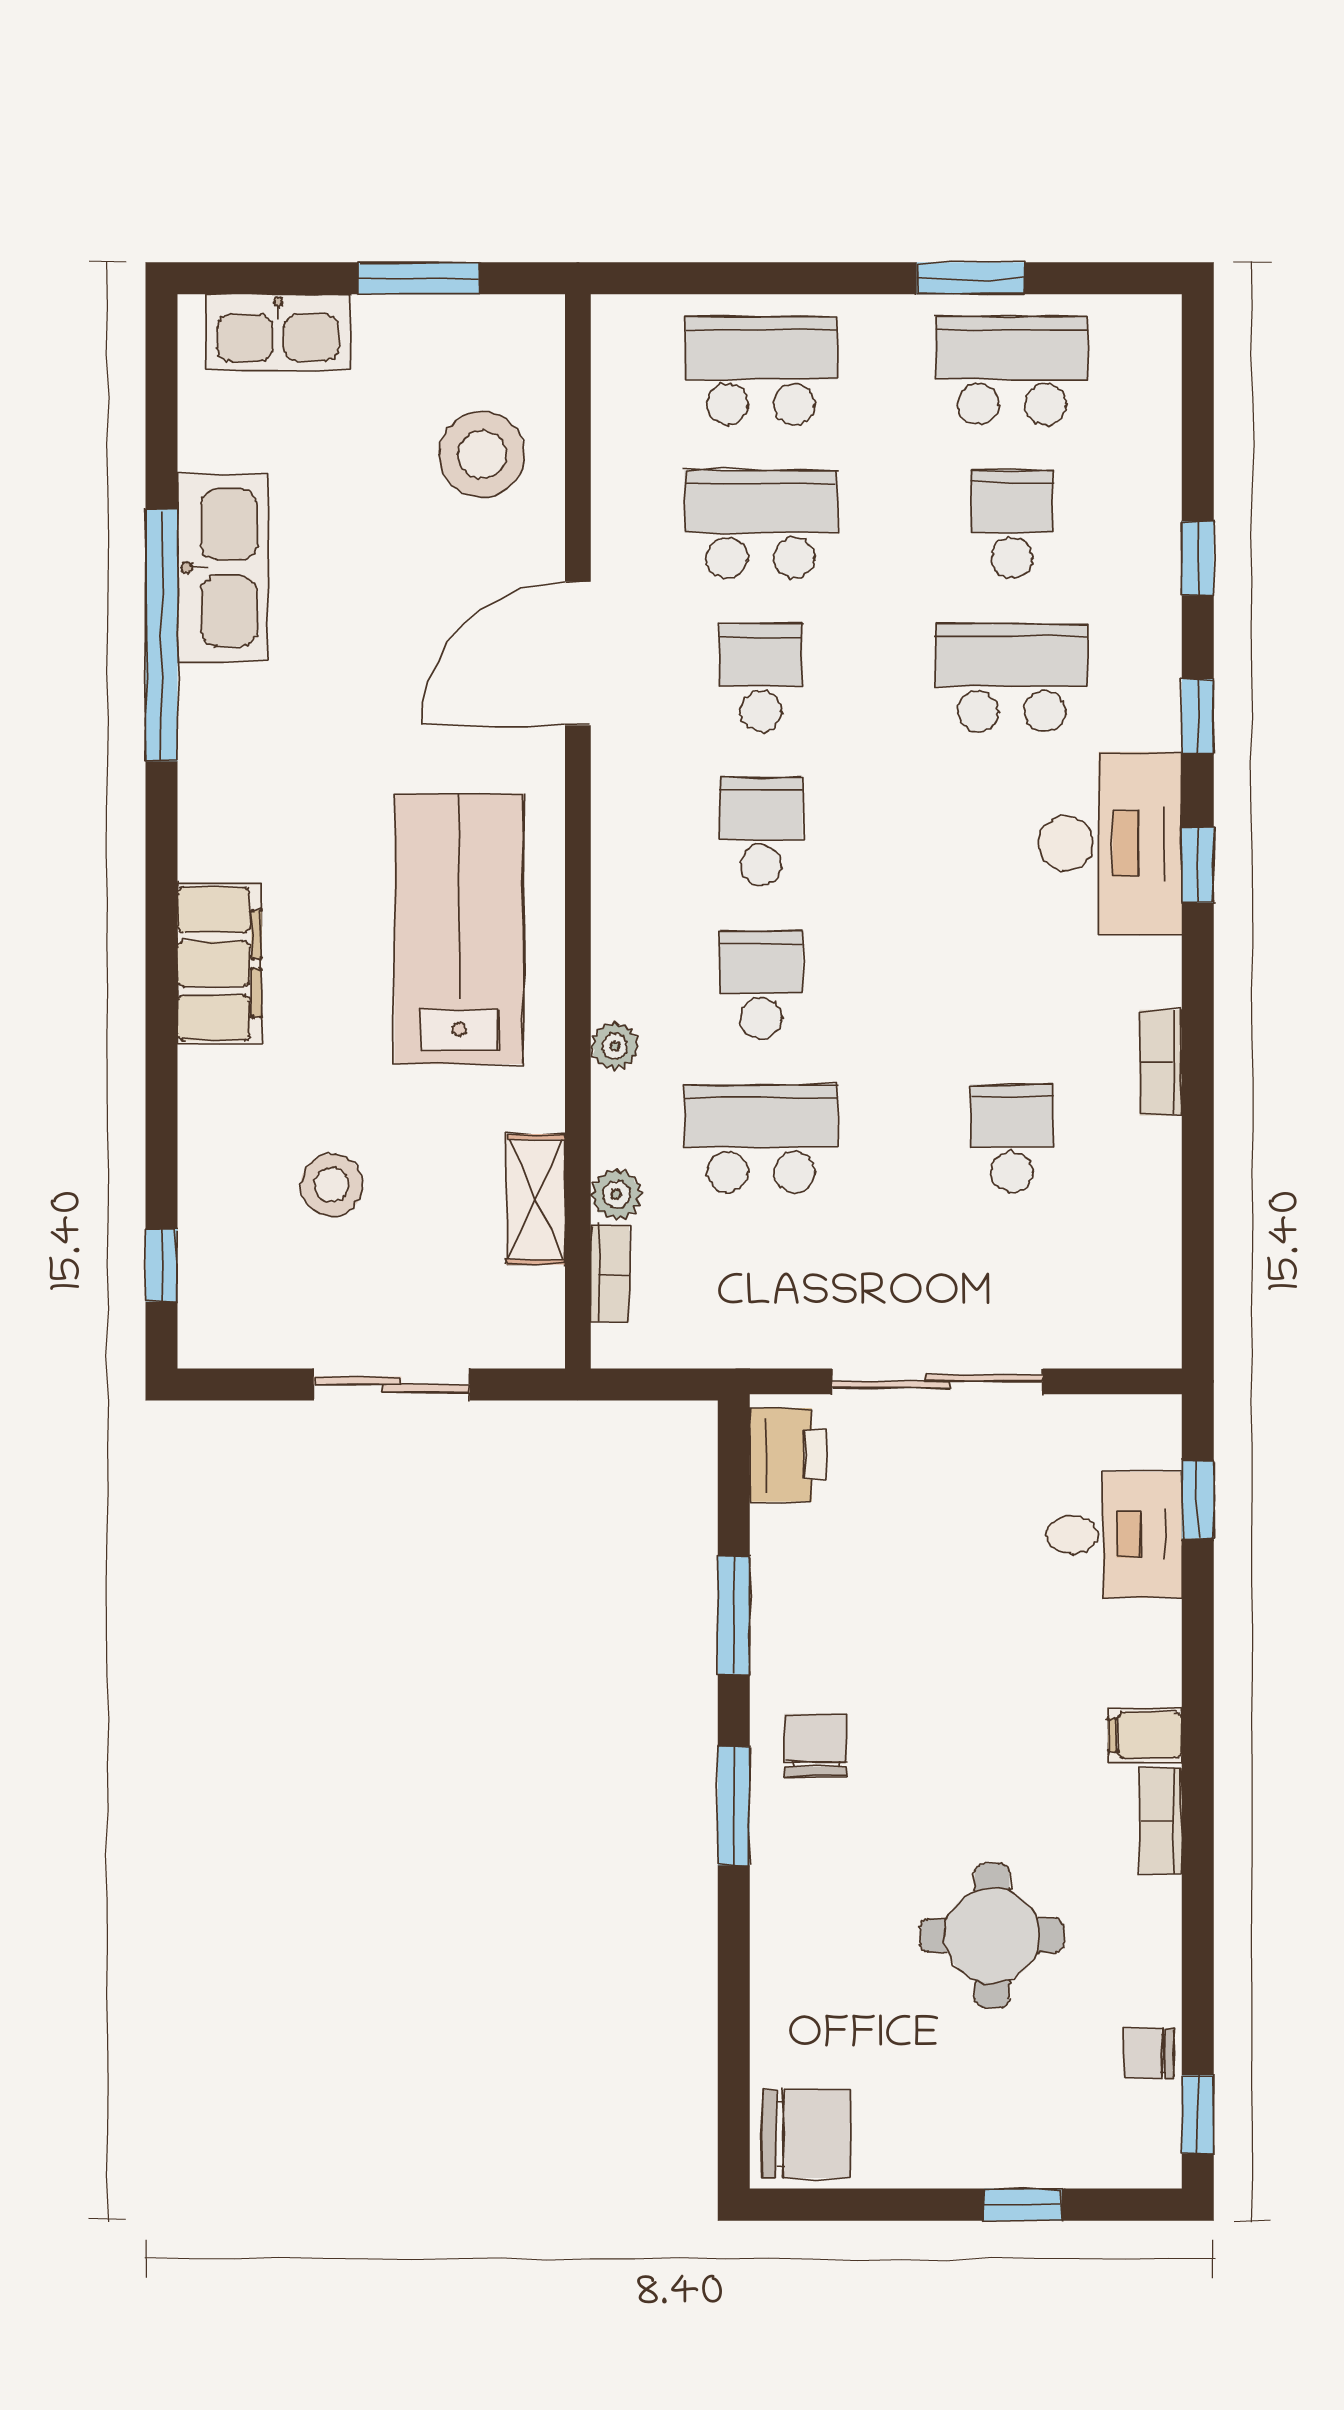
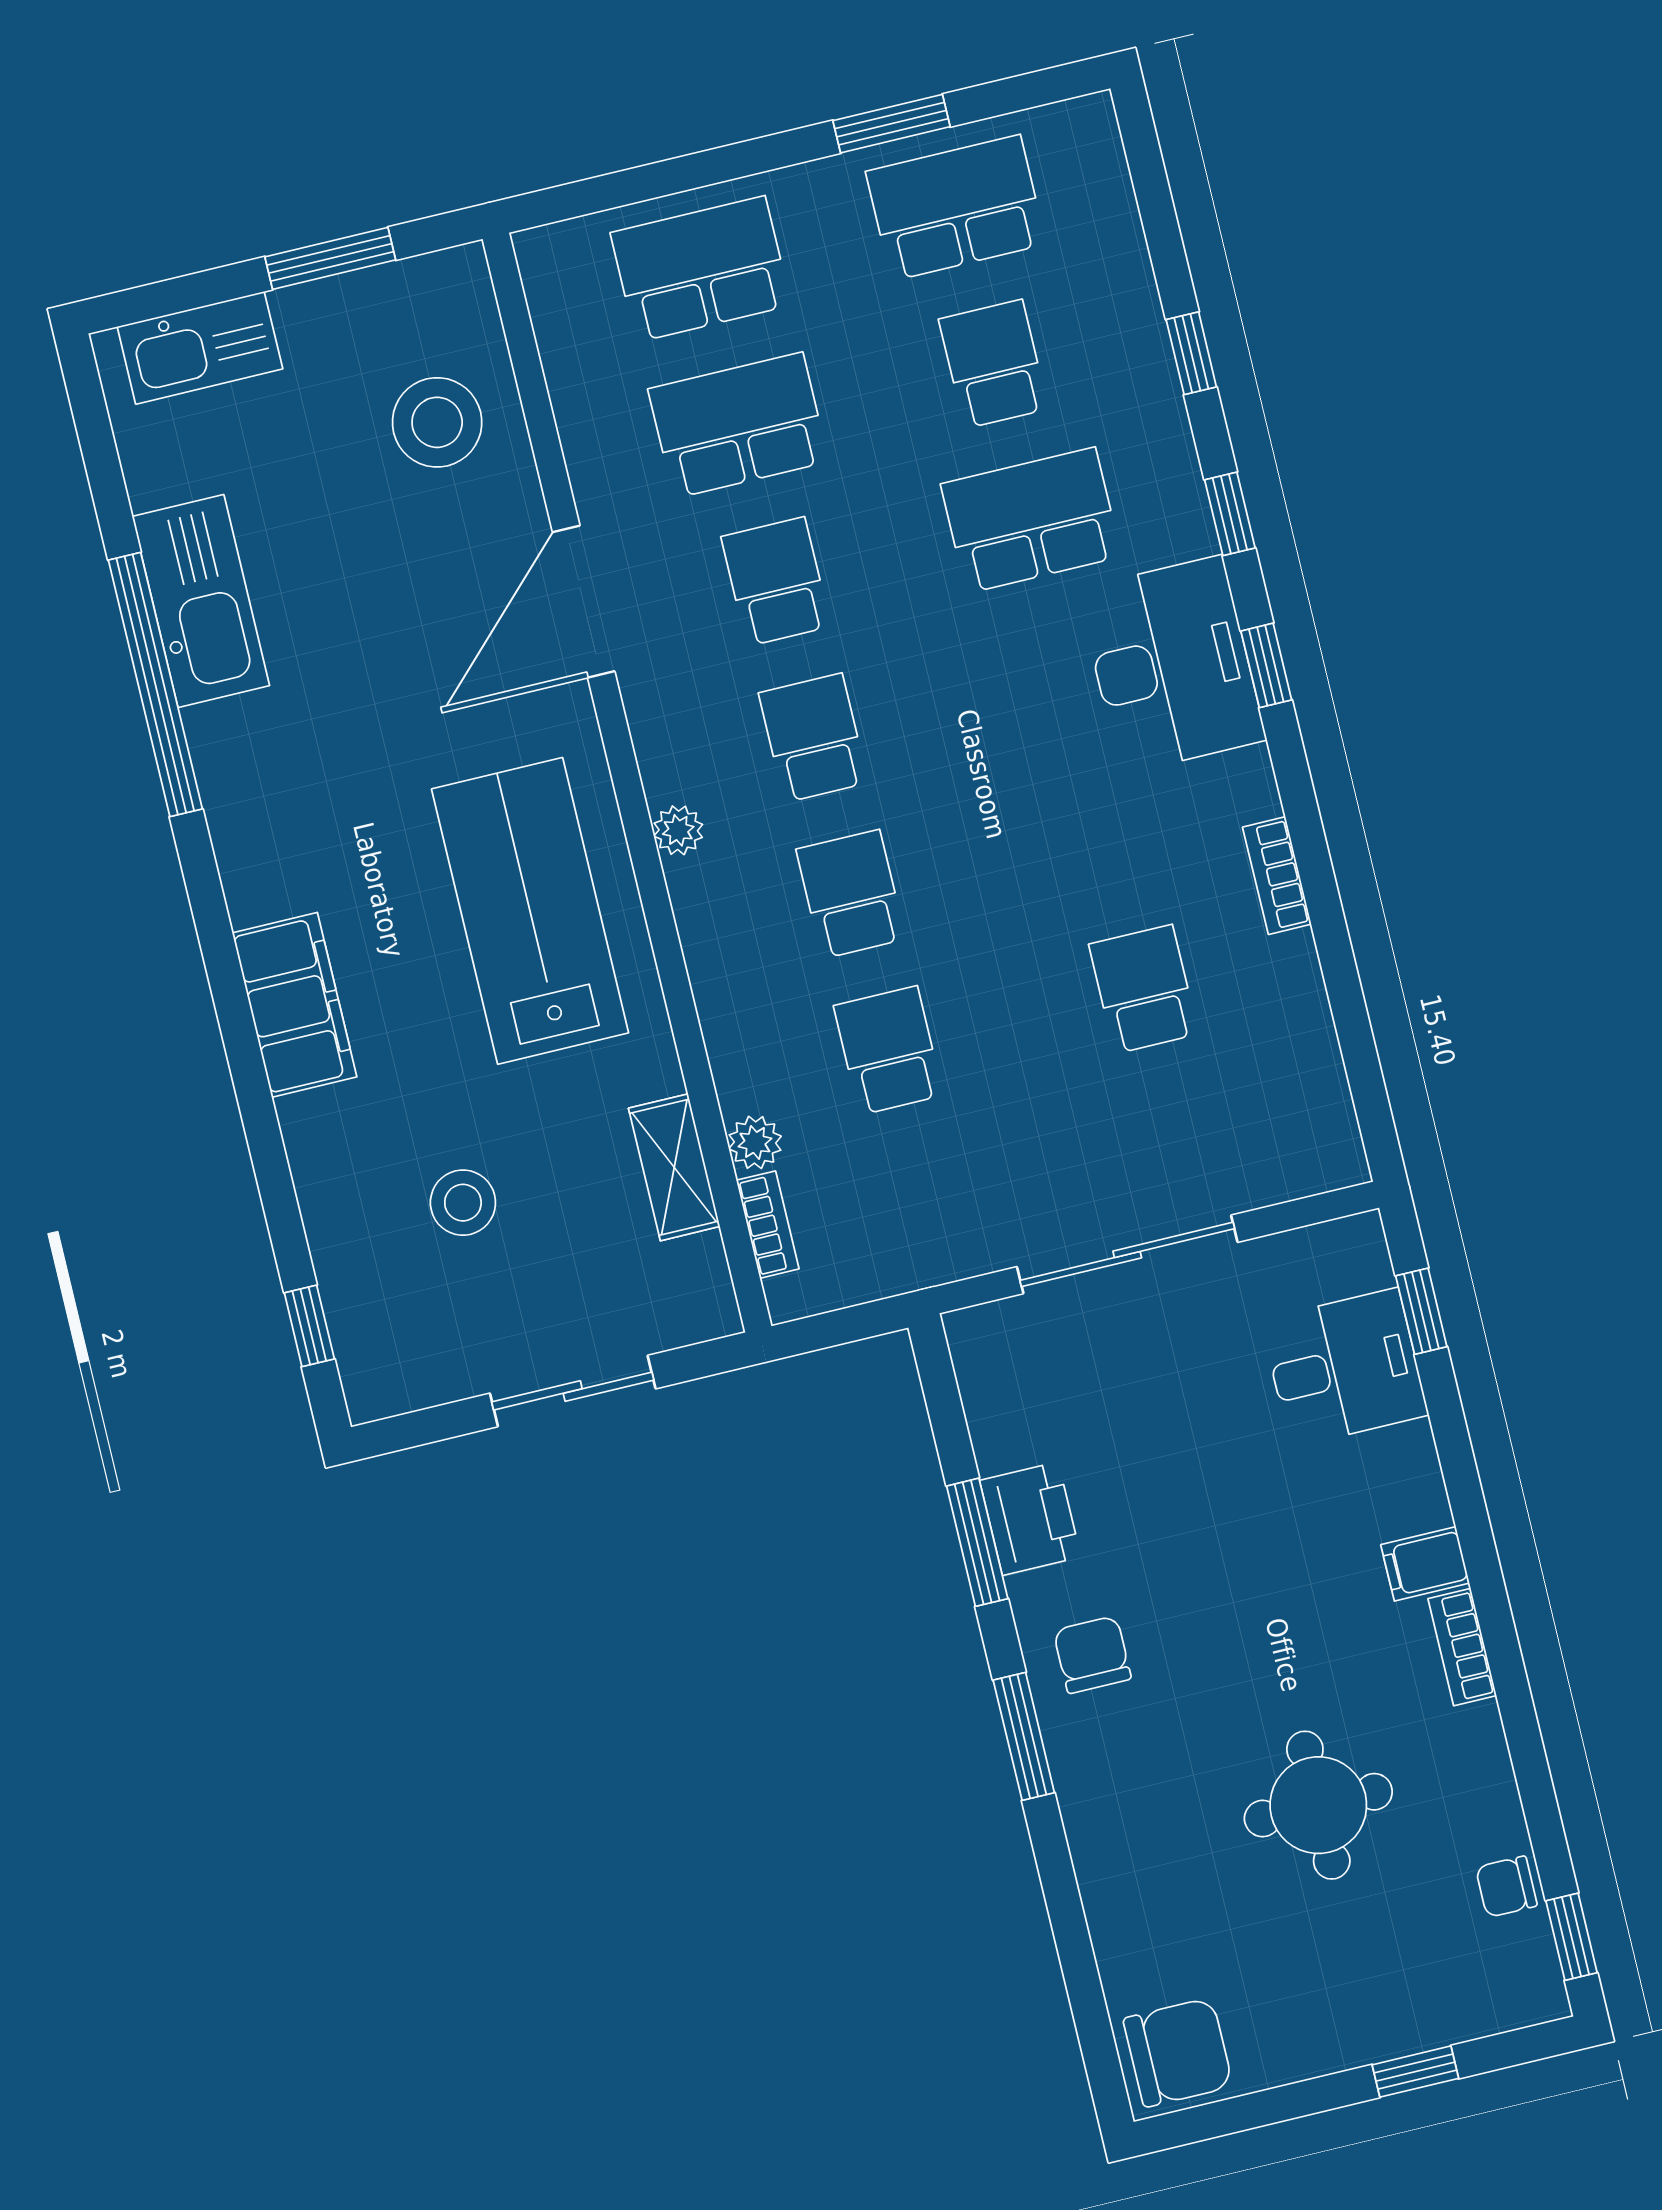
plant: (615, 1046) -> (678, 830), moved
school desk: (761, 1138) -> (888, 1050), width x0.54
printer: (788, 1455) -> (1030, 1519), moved

